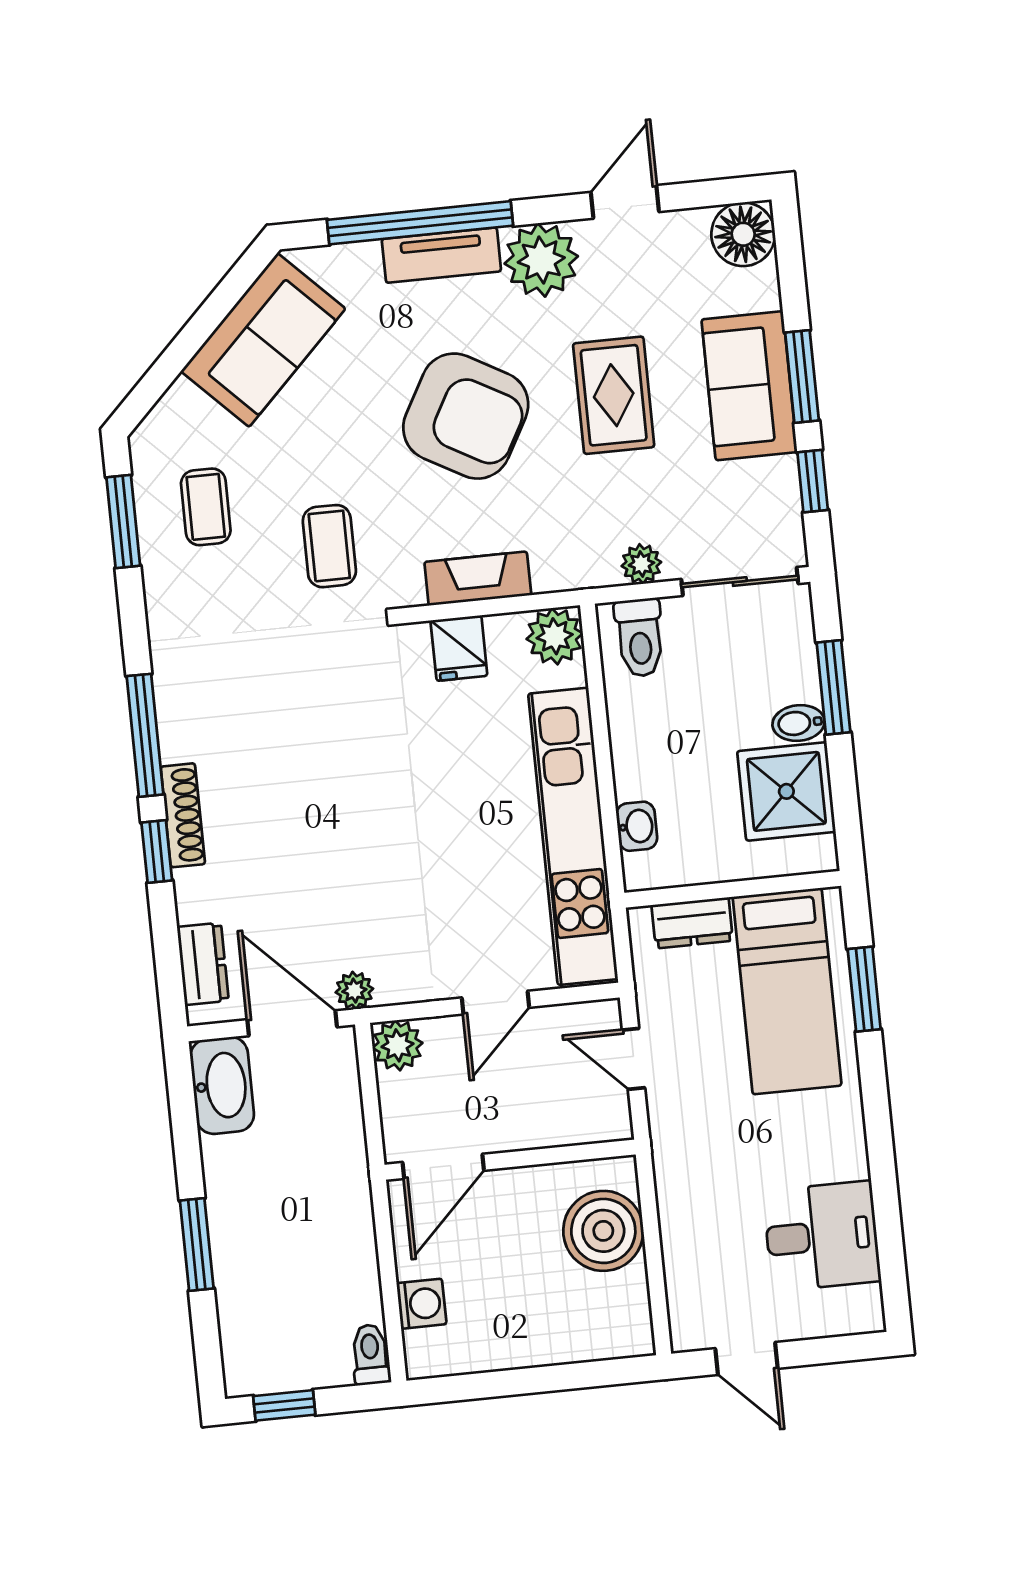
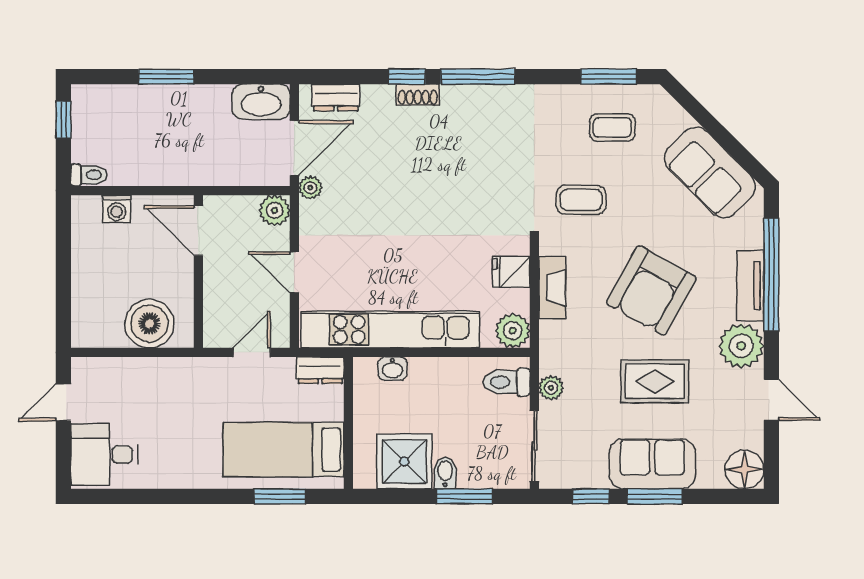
shoe rack: (183, 815) -> (418, 95), width x0.70
dresser: (692, 923) -> (320, 370), moved, turned -90
desk: (822, 1236) -> (104, 455), moved, turned 90

